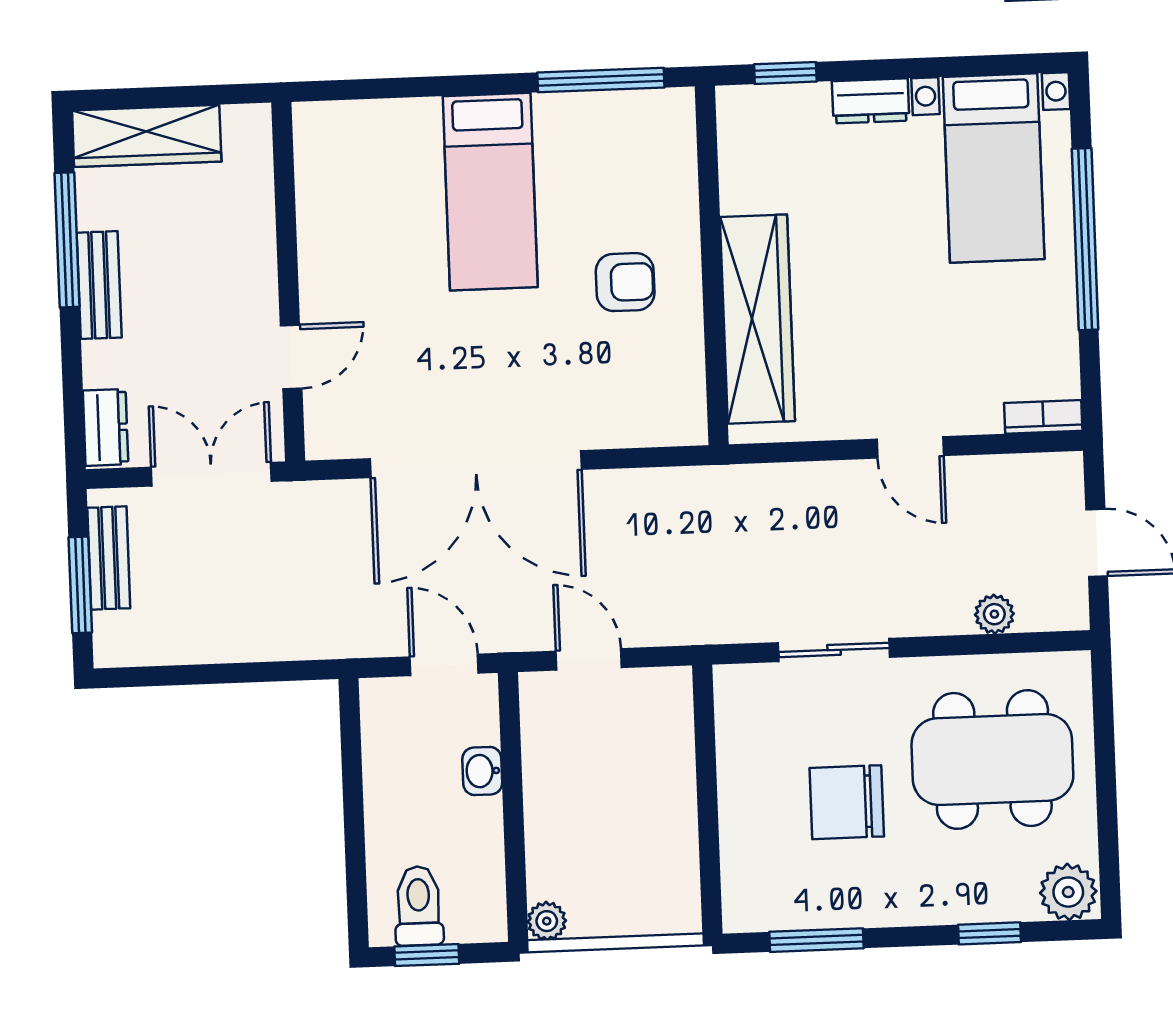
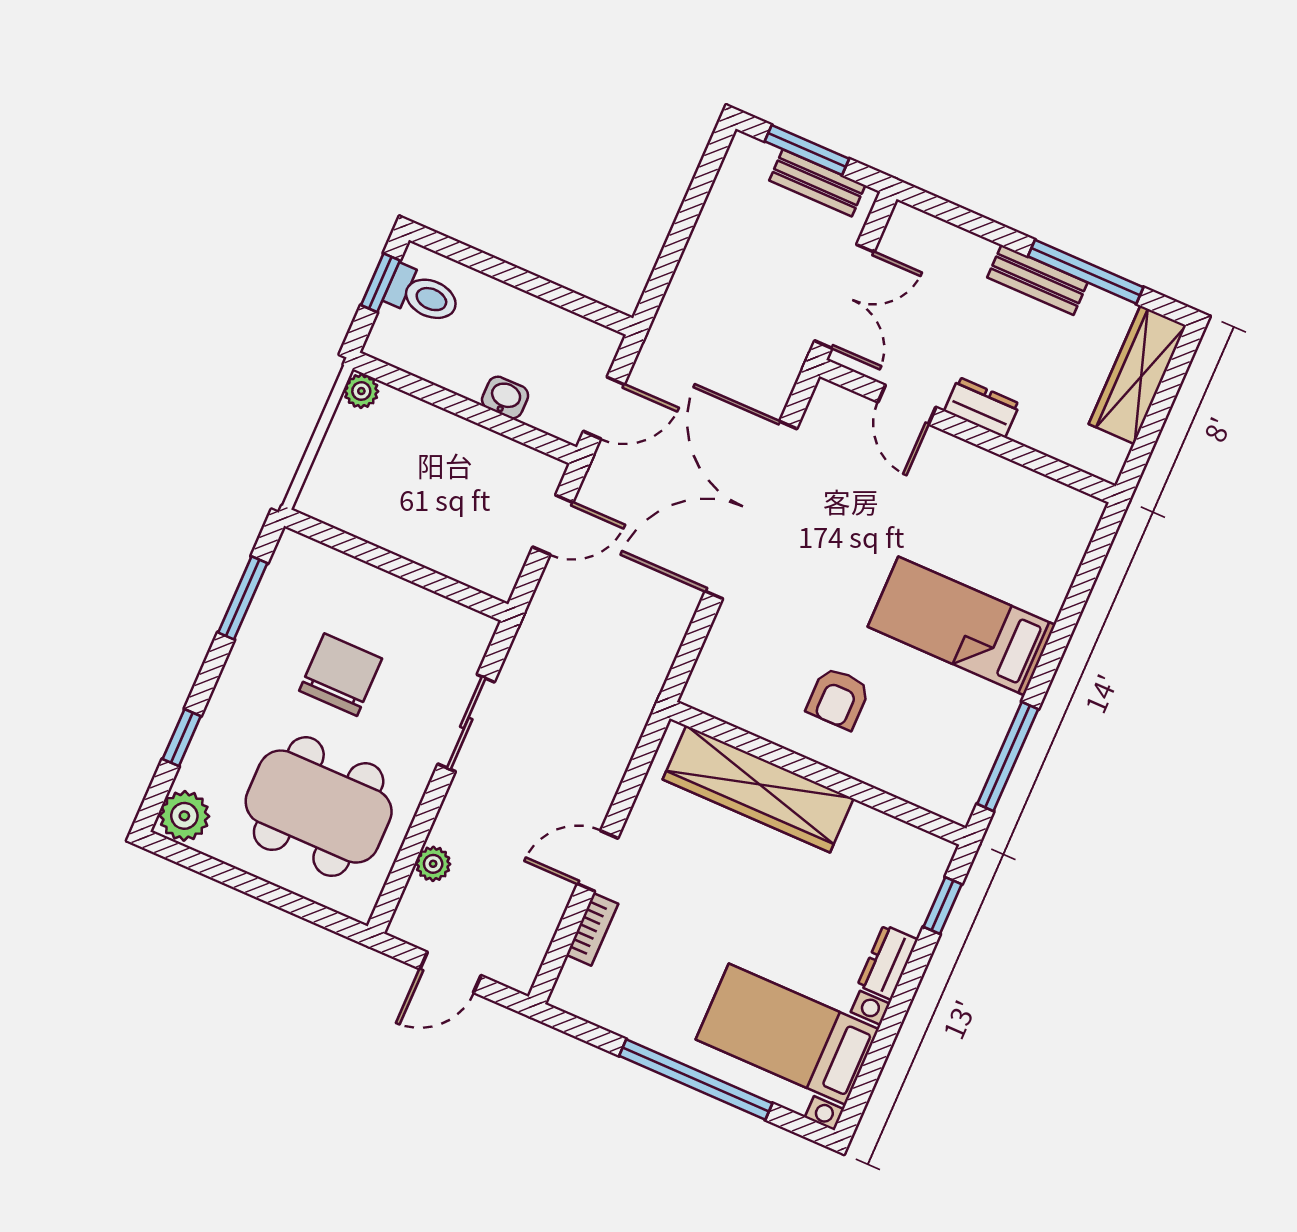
bookcase: (1043, 417) -> (592, 929), moved
dresser: (106, 427) -> (982, 407), moved, turned 180
dining table: (992, 759) -> (319, 807), turned 90

